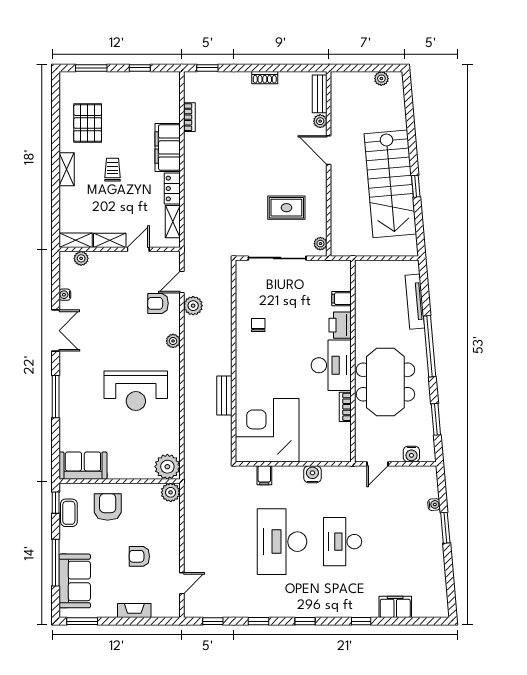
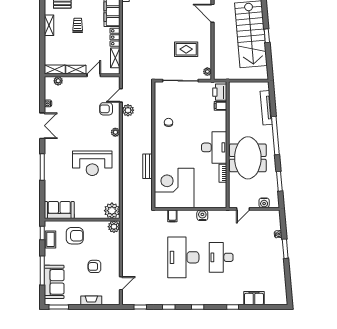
printer: (340, 325) -> (220, 92), moved
armchair: (108, 507) -> (75, 236), turned 90

